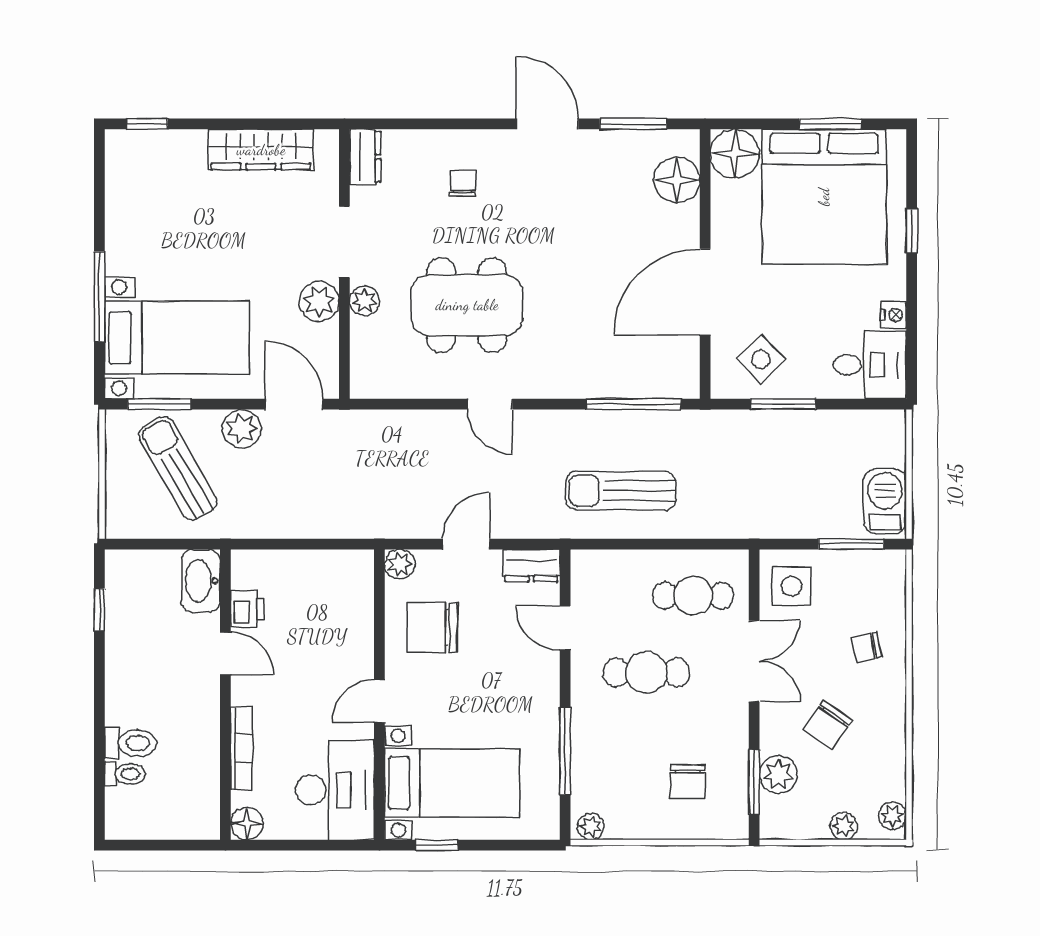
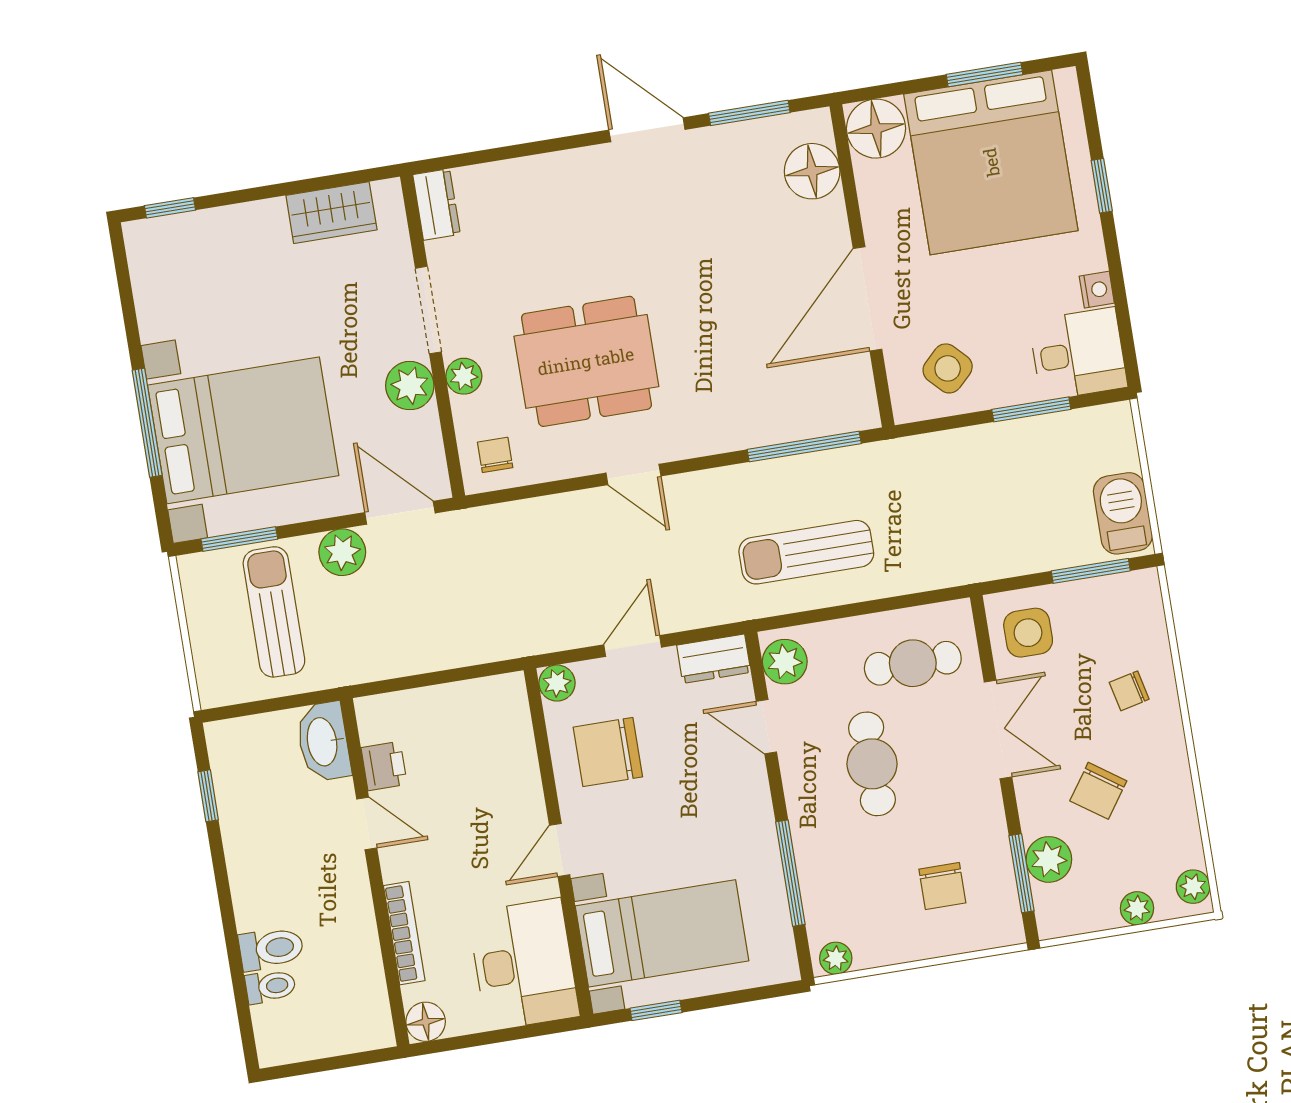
wardrobe: (261, 150) -> (331, 213), width x0.67
chair: (463, 184) -> (495, 455), moved
bed with nightstands: (177, 338) -> (243, 430), width x1.36
window: (783, 404) -> (1031, 409), moved
sun lounger: (178, 468) -> (274, 612), turned 30
plant: (589, 577) -> (785, 662), added
cafe table: (646, 673) -> (872, 764), turned 90

